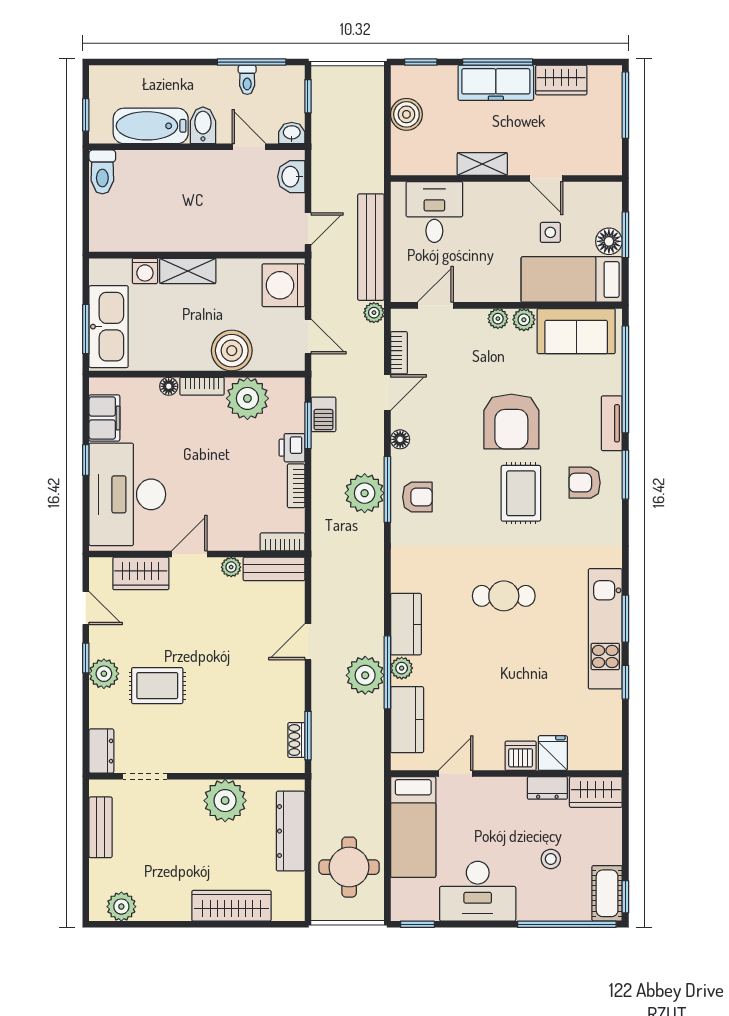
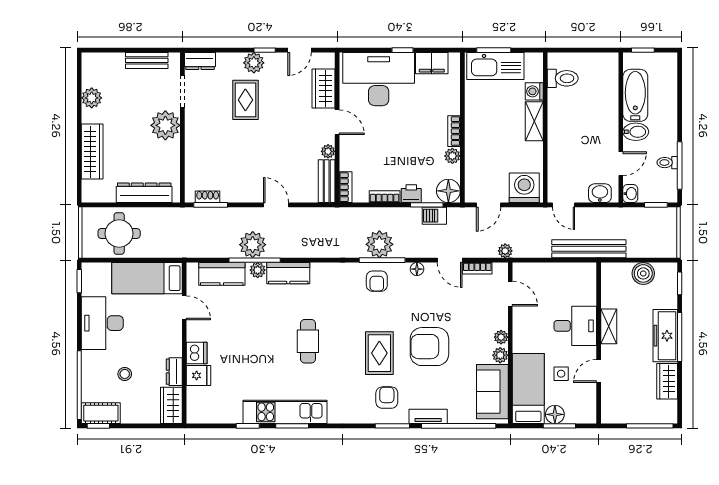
toilet: (102, 172) -> (563, 78), moved, turned 180
desk: (434, 212) -> (575, 326), moved
bench: (371, 247) -> (589, 249), moved
boiler: (232, 351) -> (479, 152), removed
floor lamp: (169, 386) -> (448, 191), moved, width x1.89, depth x1.89
plant: (247, 398) -> (452, 156), width x0.53, depth x0.53
rug: (521, 493) -> (379, 353), turned 90
plant: (225, 801) -> (165, 125), moved
plant: (121, 907) -> (92, 98), moved

